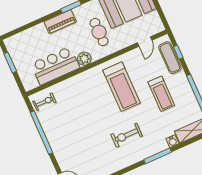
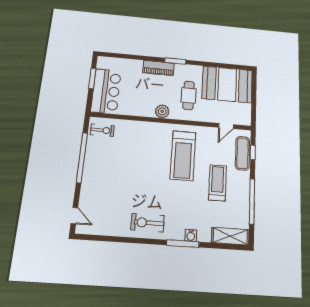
bar counter: (55, 66) -> (106, 91), moved, turned 90
treadmill: (161, 94) -> (218, 183), turned 180
exercise bike: (127, 135) -> (148, 223), moved
water cooler: (172, 141) -> (191, 235), moved

